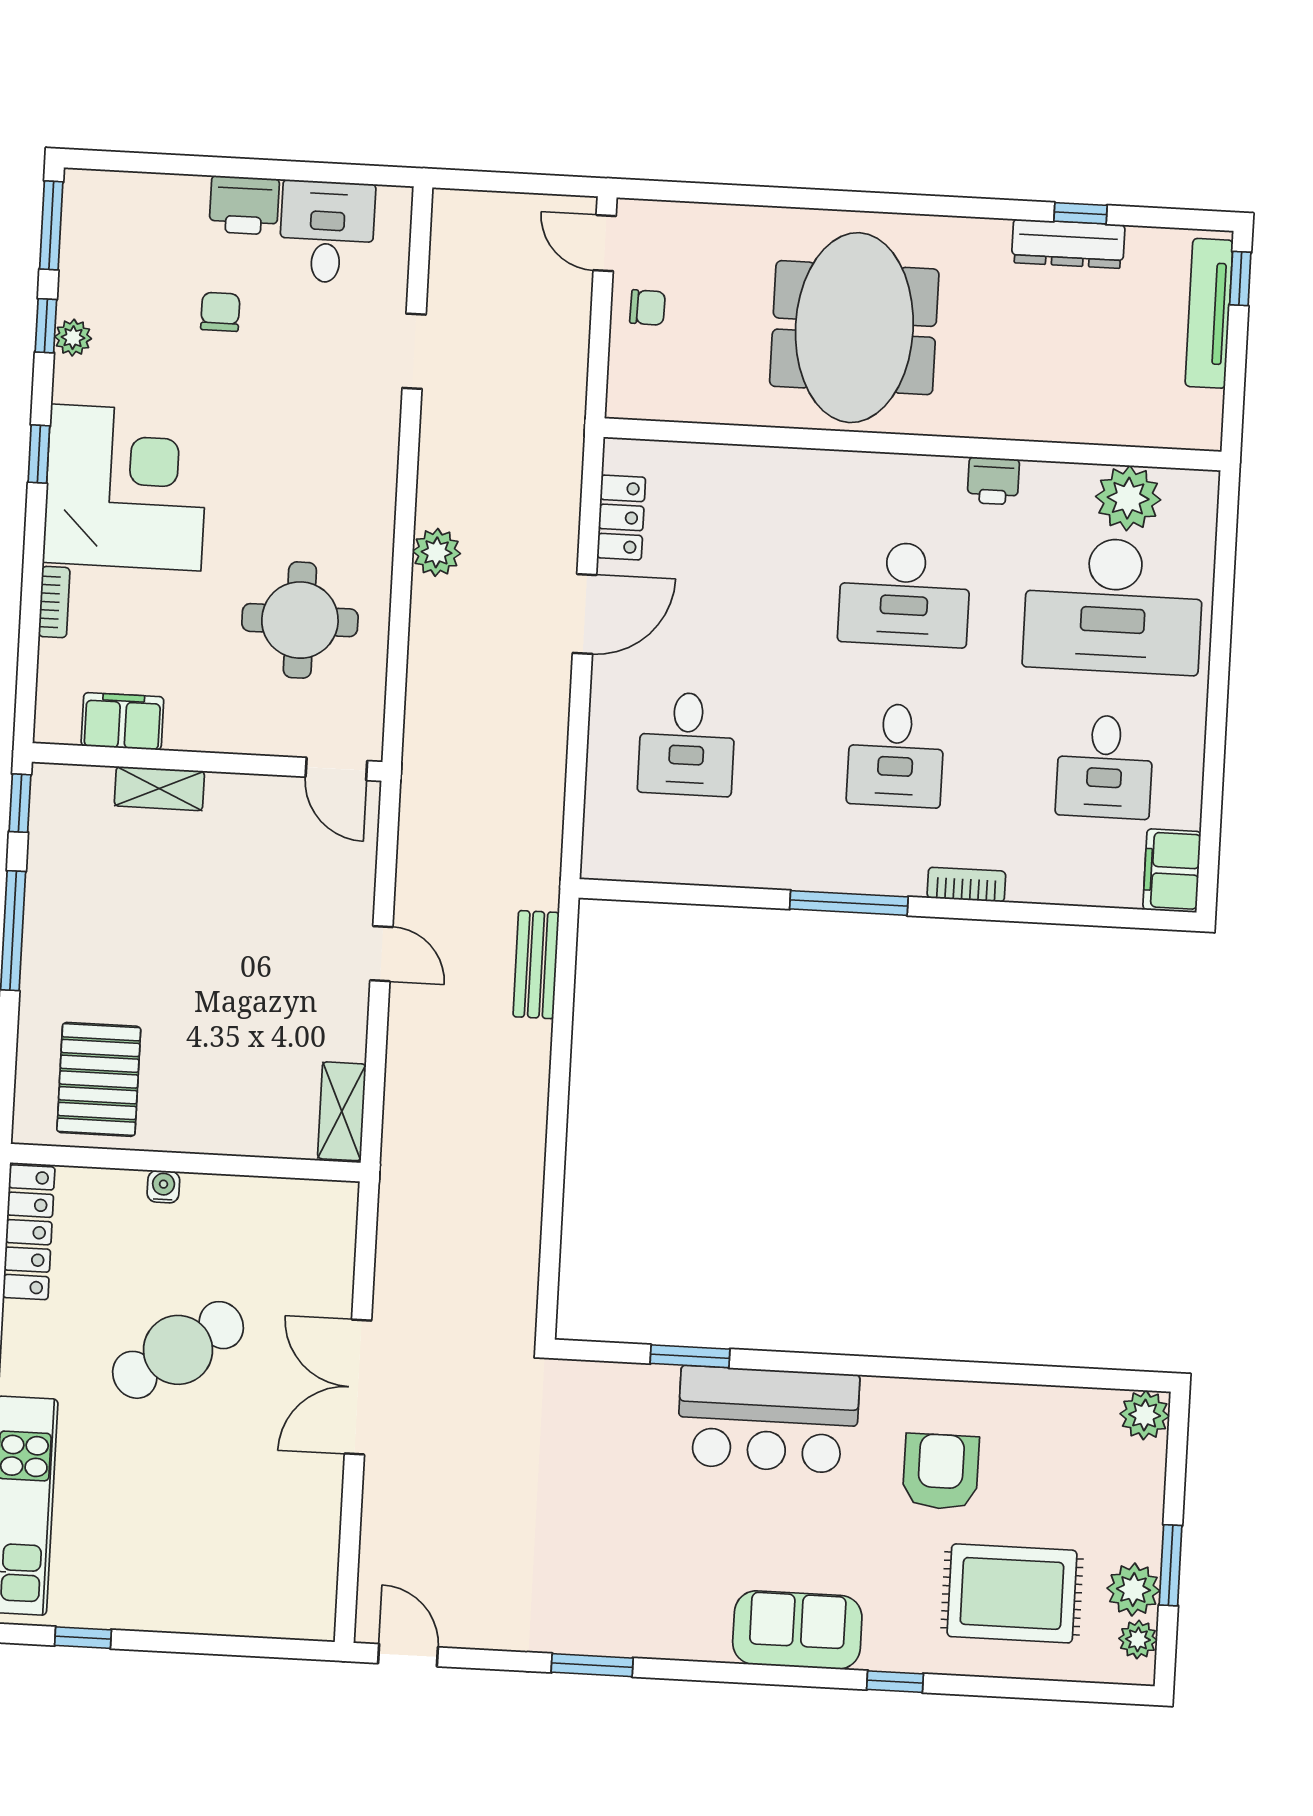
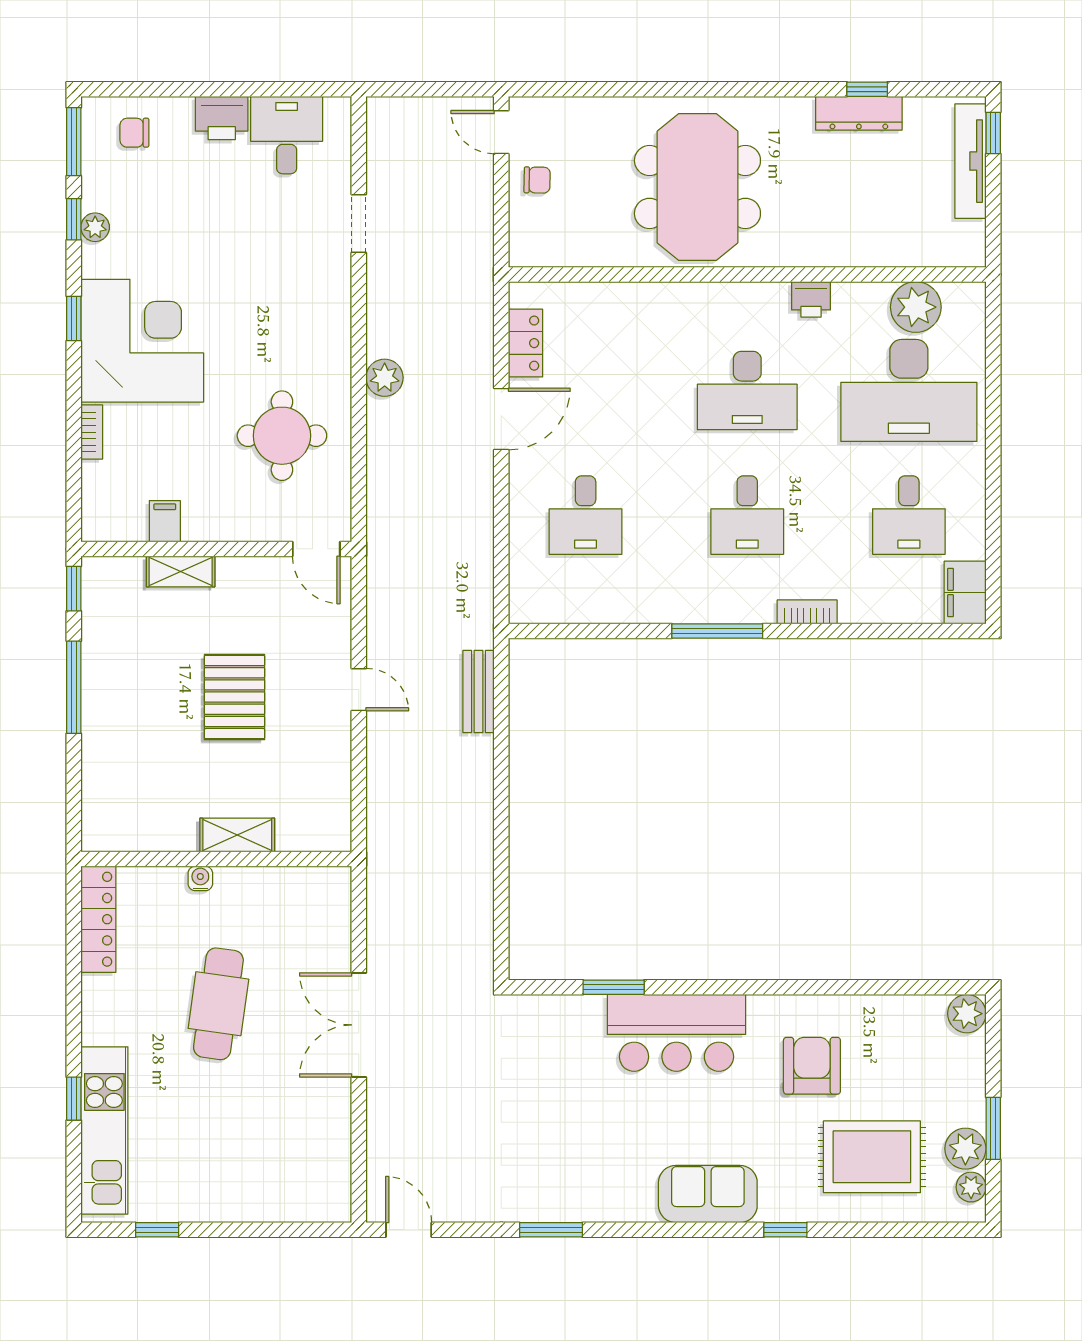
chair: (220, 312) -> (134, 133), moved, turned -90
filing cabinet: (122, 721) -> (165, 521), width x0.50
pallet: (99, 1079) -> (235, 697), moved
shelving: (342, 1111) -> (237, 835), moved, turned 90
cafe table: (178, 1350) -> (218, 1004), turned -49

